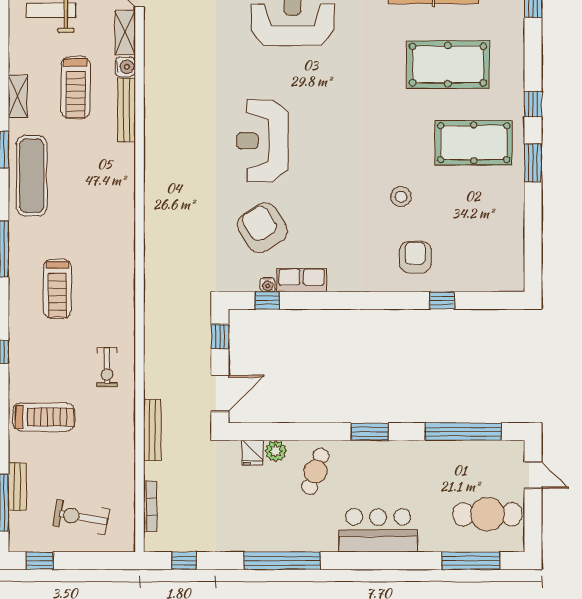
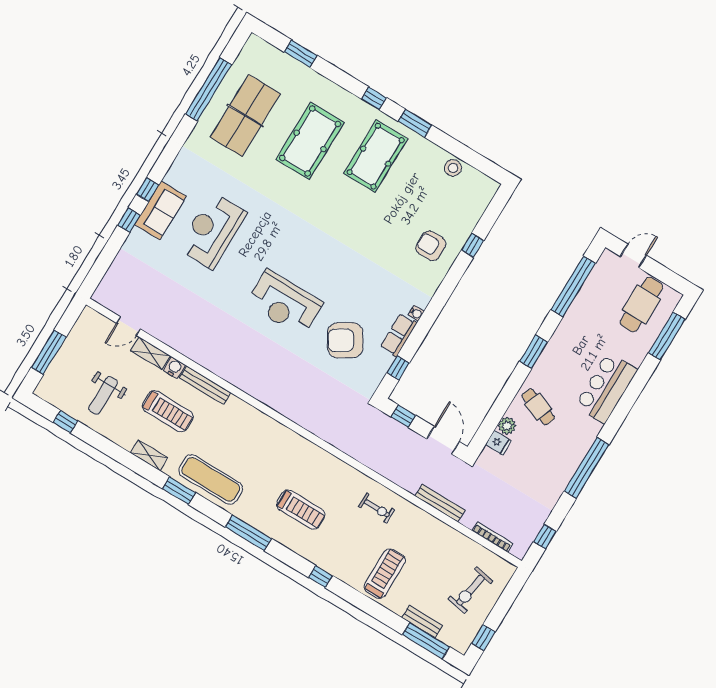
stool: (401, 197) -> (453, 168), moved
water cooler: (268, 285) -> (416, 313), moved

